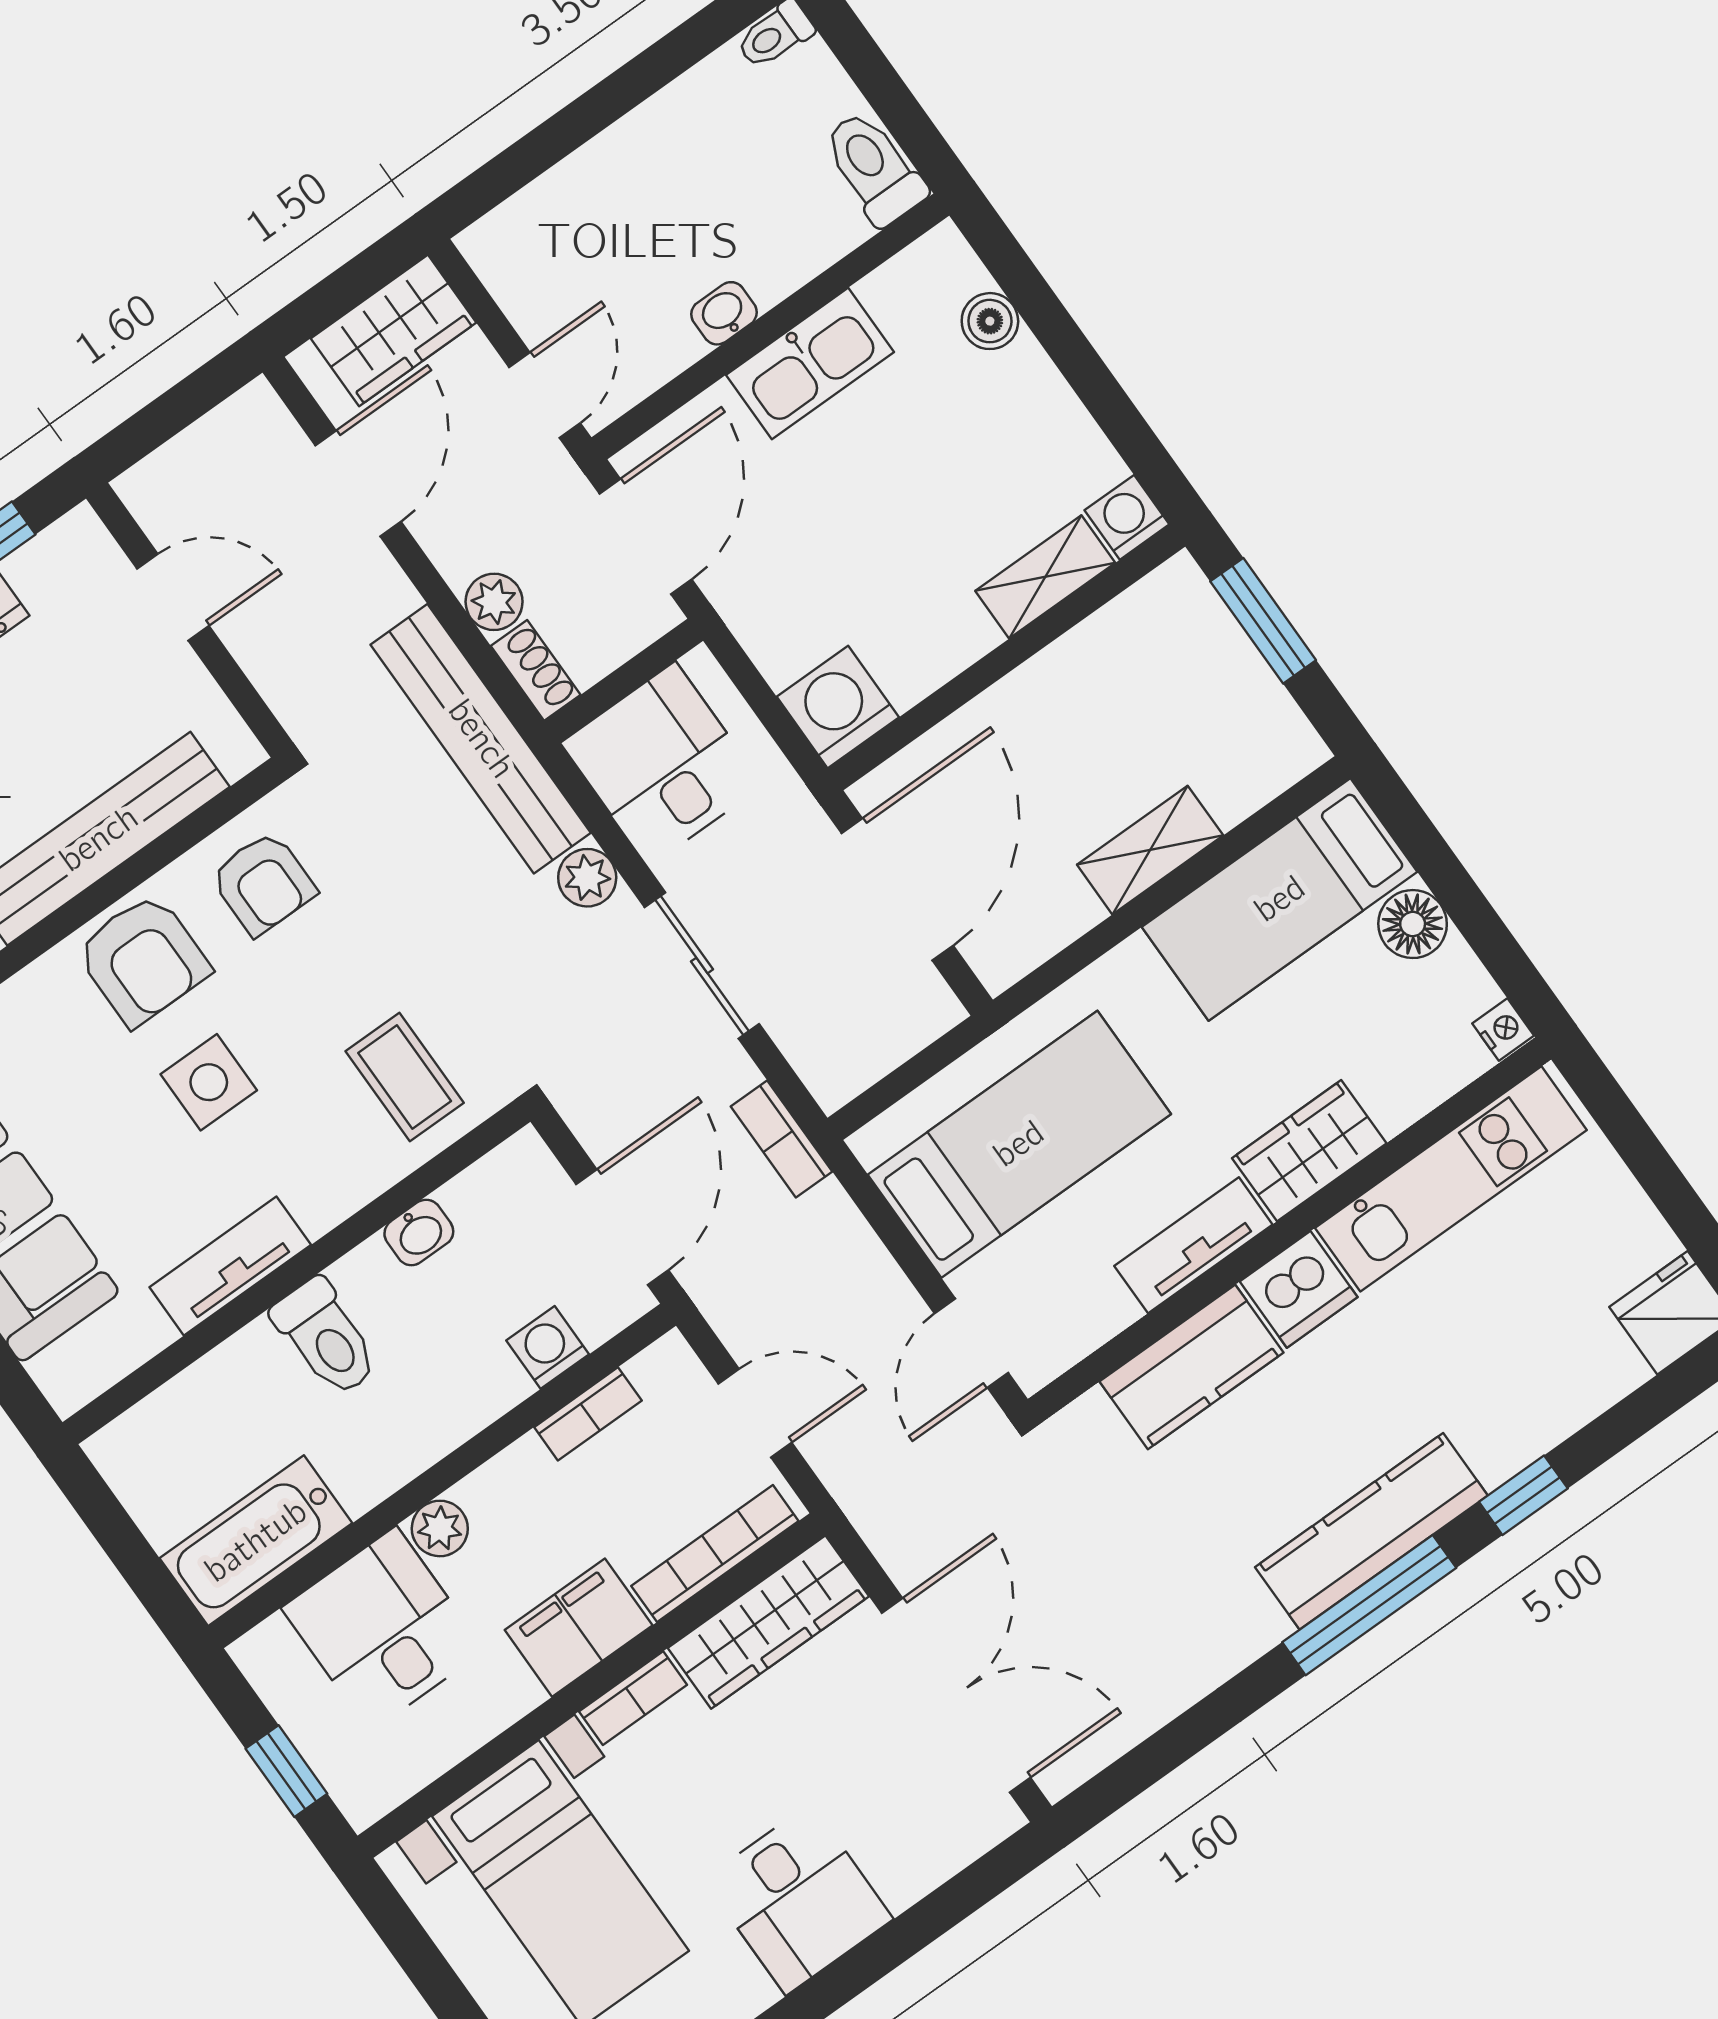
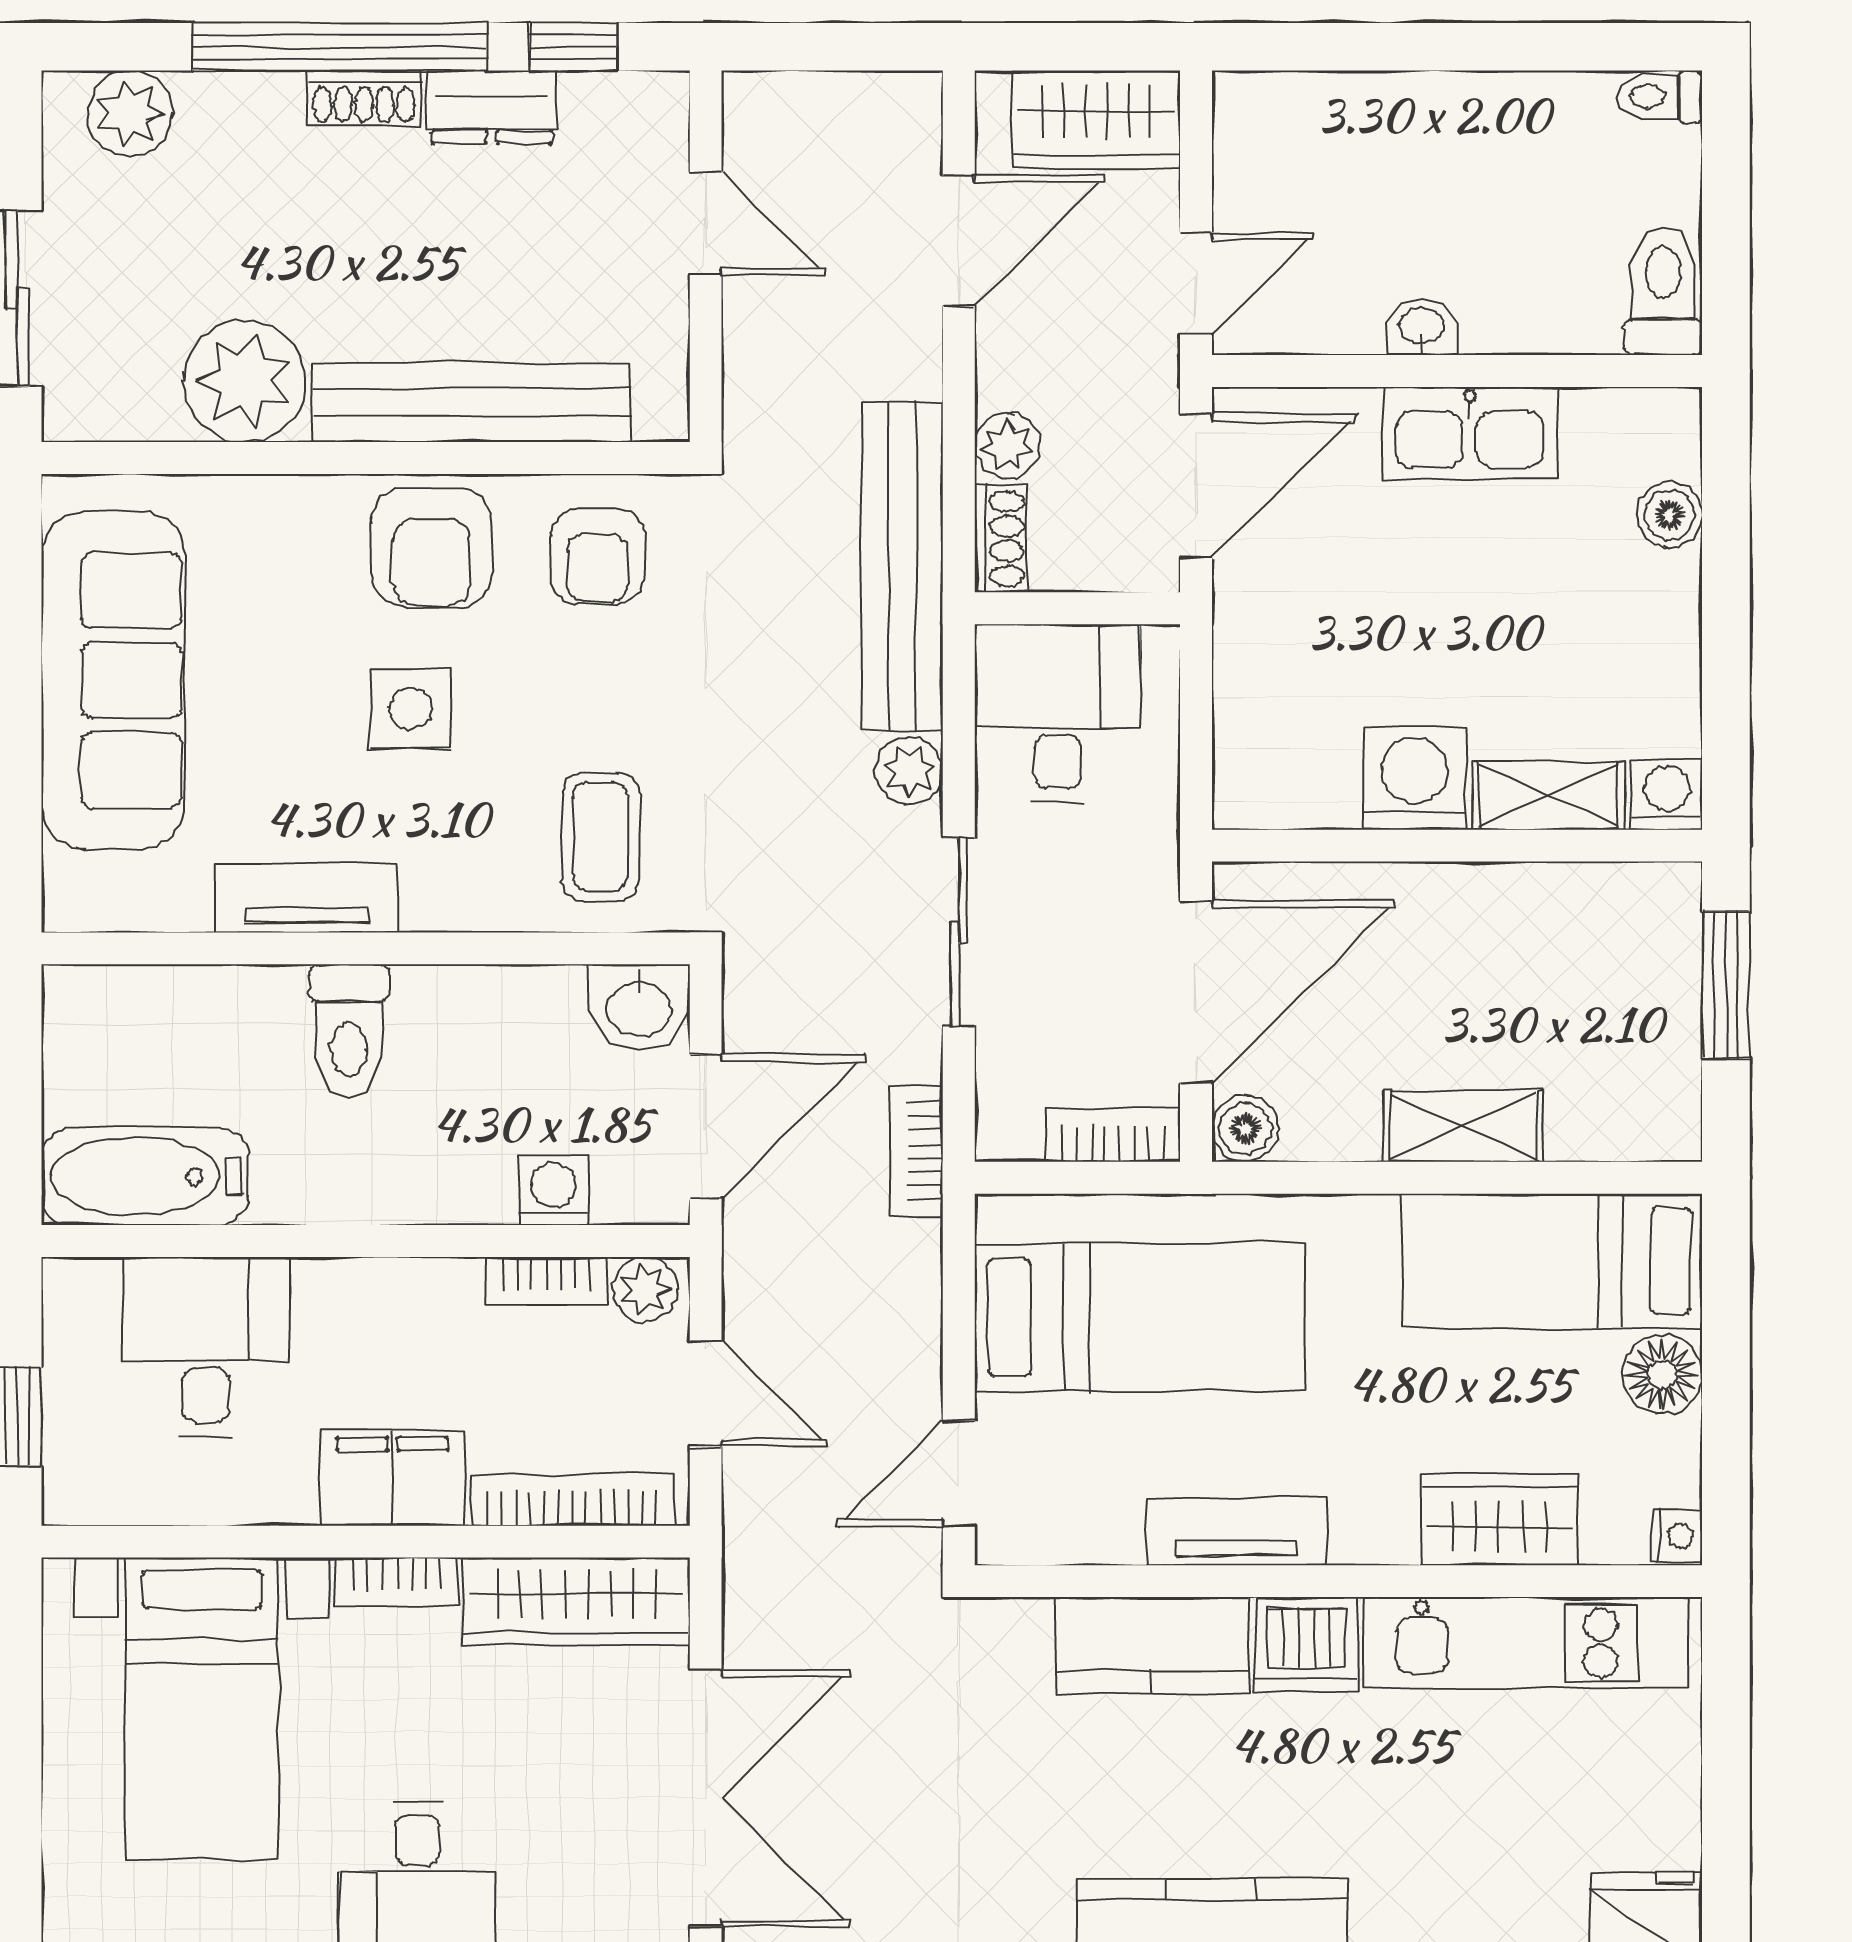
washing machine: (838, 707) -> (1415, 778), moved
boiler: (999, 960) -> (1245, 1129), added
bookcase: (910, 1030) -> (1113, 1135), added
wardrobe: (1309, 1151) -> (1500, 1520), moved
washbasin: (419, 1232) -> (639, 1007), moved, width x1.38, depth x1.45
plant: (440, 1528) -> (645, 1289), moved

